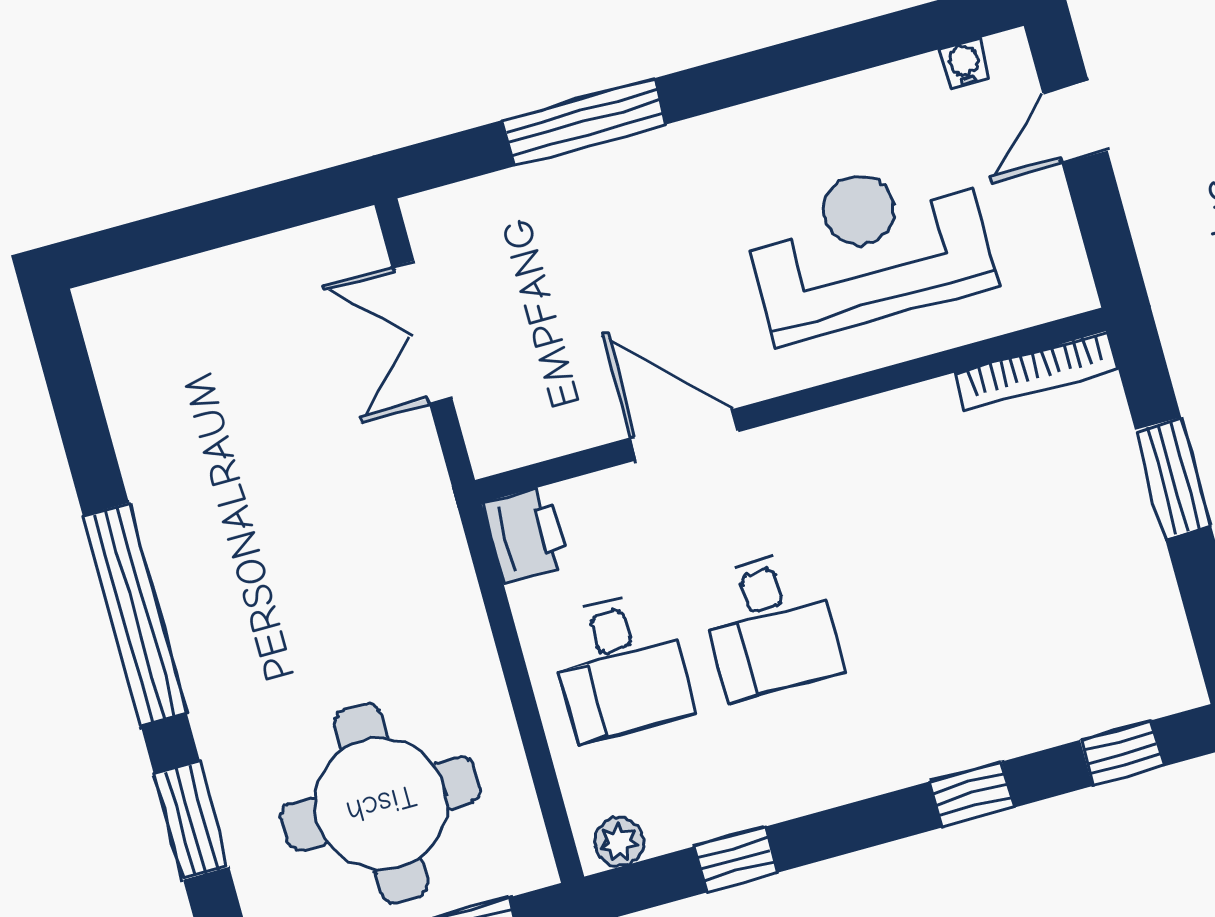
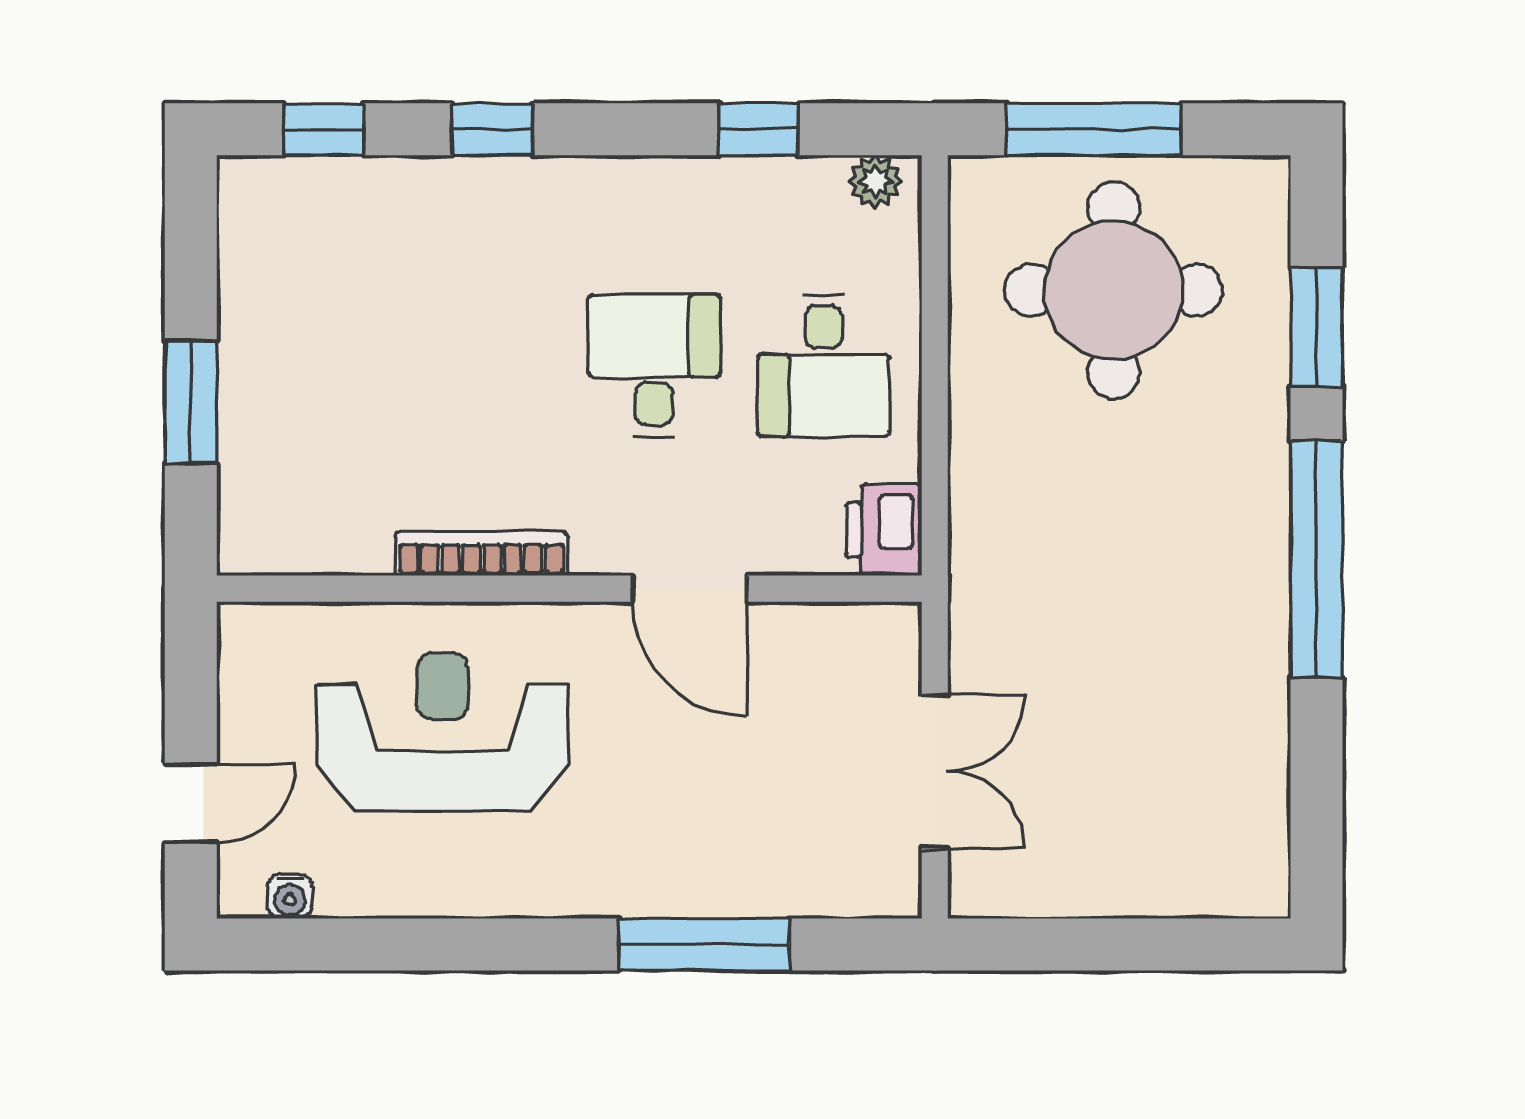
reception desk: (869, 247) -> (442, 732), turned 180
bookcase: (1037, 371) -> (482, 554), moved
desk: (620, 666) -> (824, 365), turned 180

